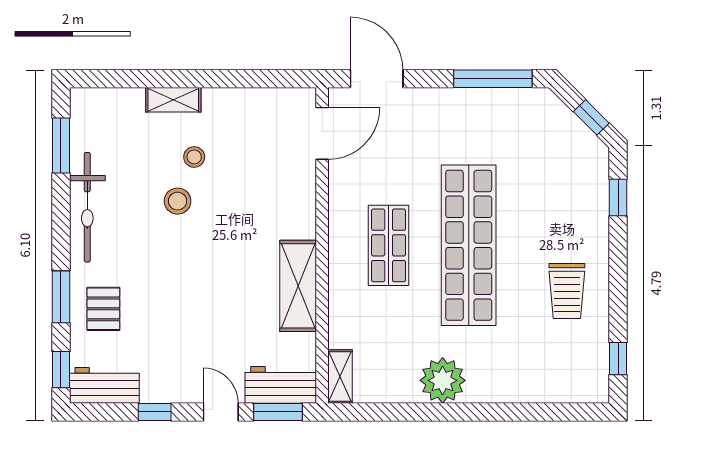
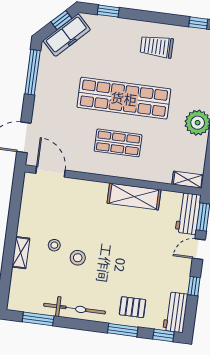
freezer: (566, 130) -> (67, 35), added
trolley: (567, 291) -> (157, 47), turned 180

